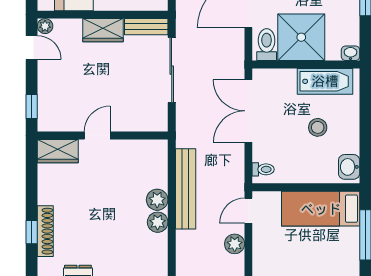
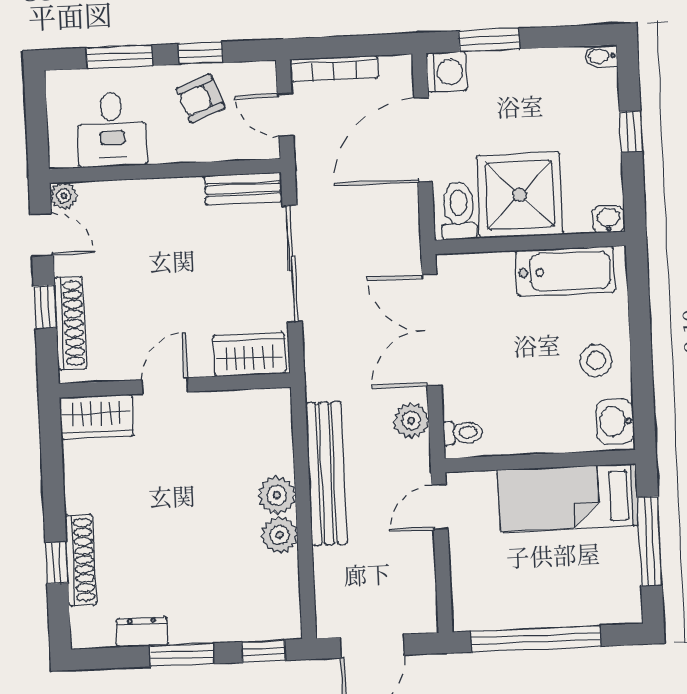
wardrobe: (103, 30) -> (249, 354), moved, turned 180
shoe rack: (45, 98) -> (70, 323), added
window: (32, 106) -> (45, 307), moved
stool: (318, 127) -> (596, 360), moved
plant: (235, 244) -> (411, 421), moved

